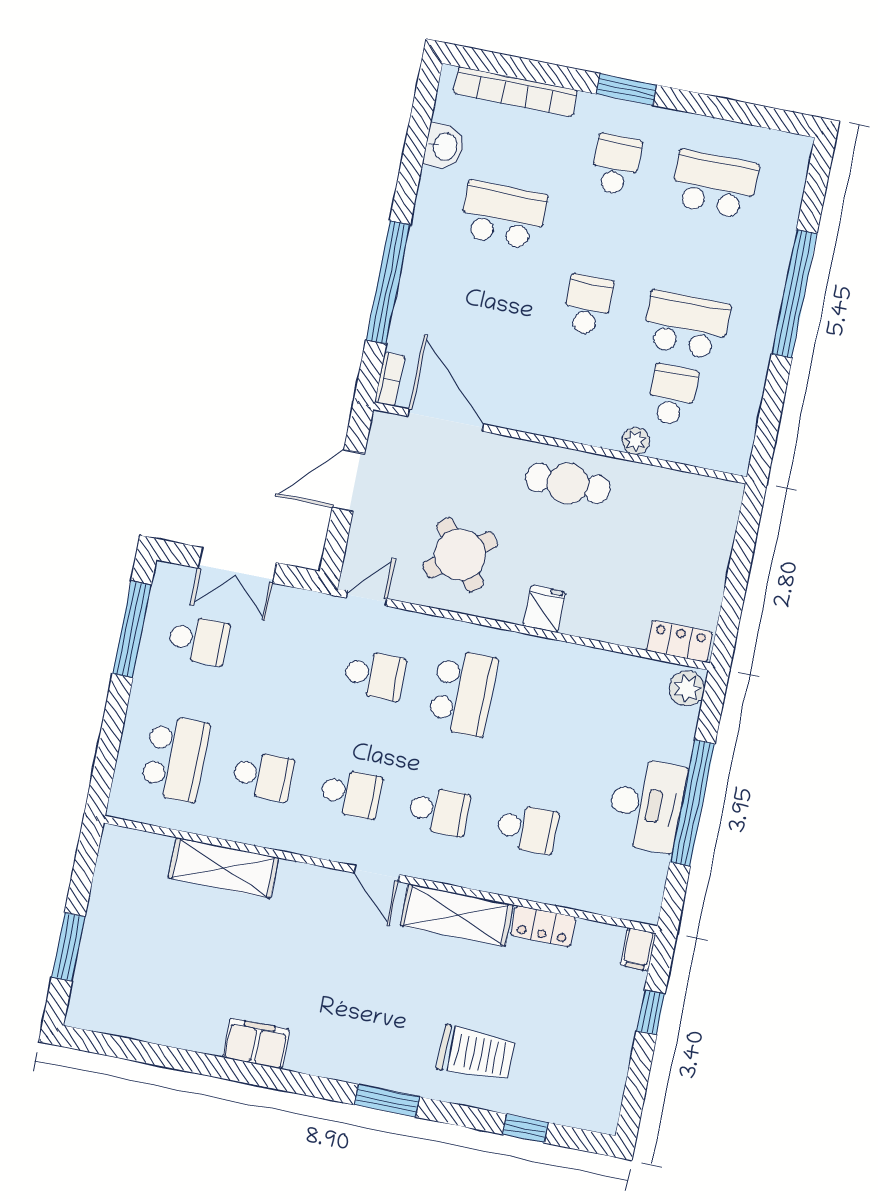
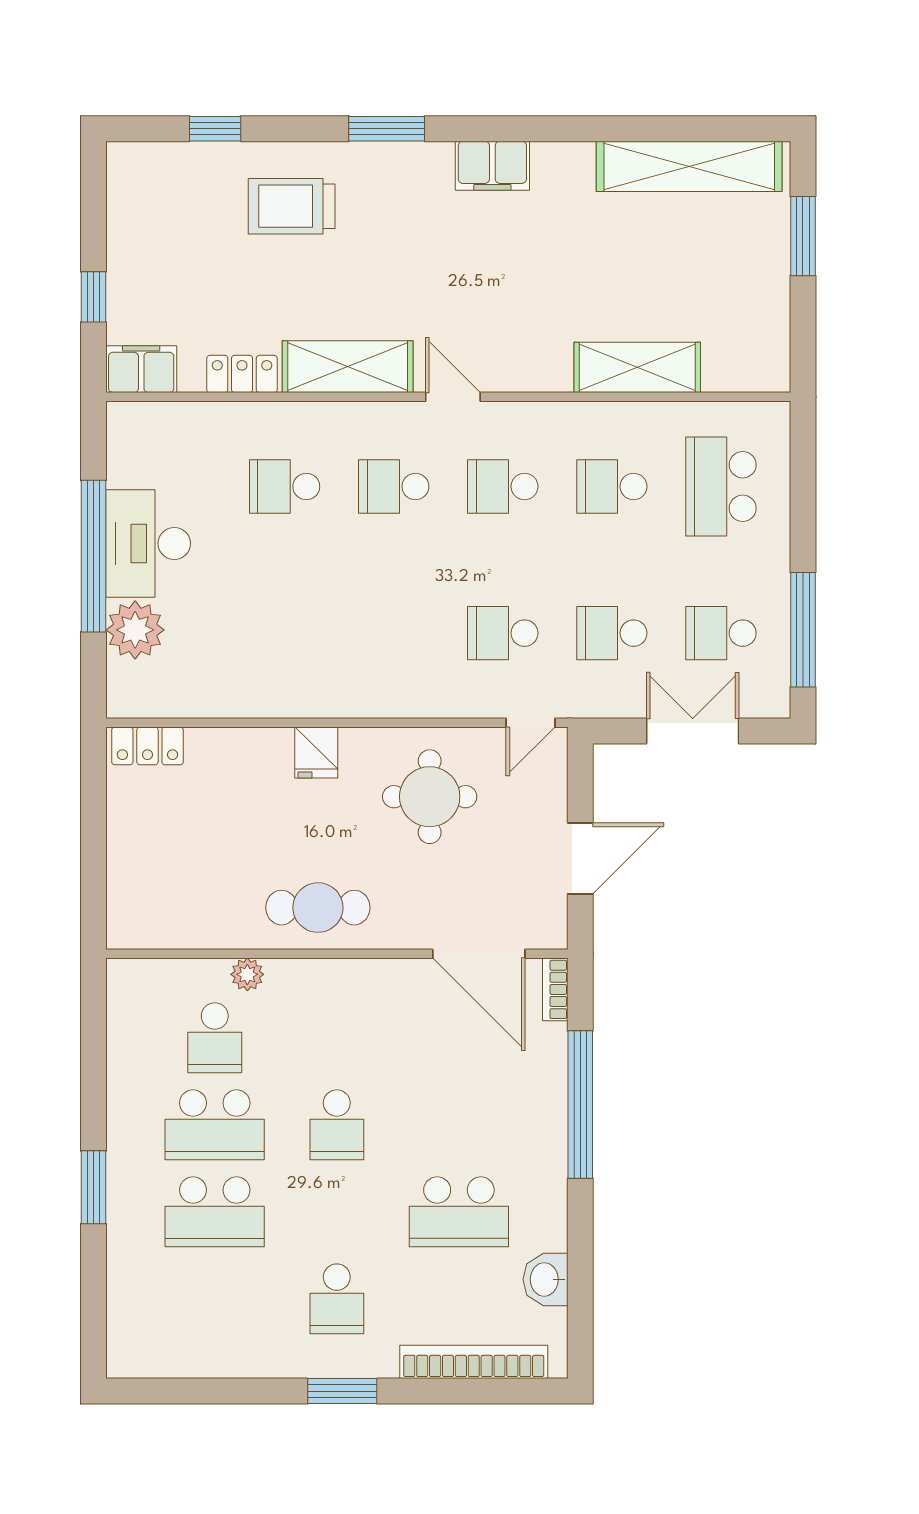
school desk: (714, 184) -> (215, 1212), moved
window: (794, 294) -> (93, 1187), width x0.47
round table: (460, 555) -> (430, 797), turned 37
plant: (687, 688) -> (135, 630), moved, width x1.36, depth x1.36
school desk: (463, 693) -> (612, 633), moved, width x0.54
filing cabinet: (638, 949) -> (141, 369), width x2.00
shelving: (149, 1022) -> (689, 166), added
filing cabinet: (256, 1044) -> (492, 166), moved

